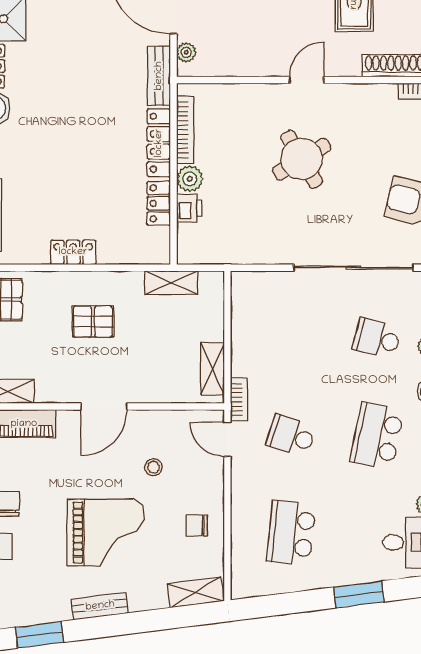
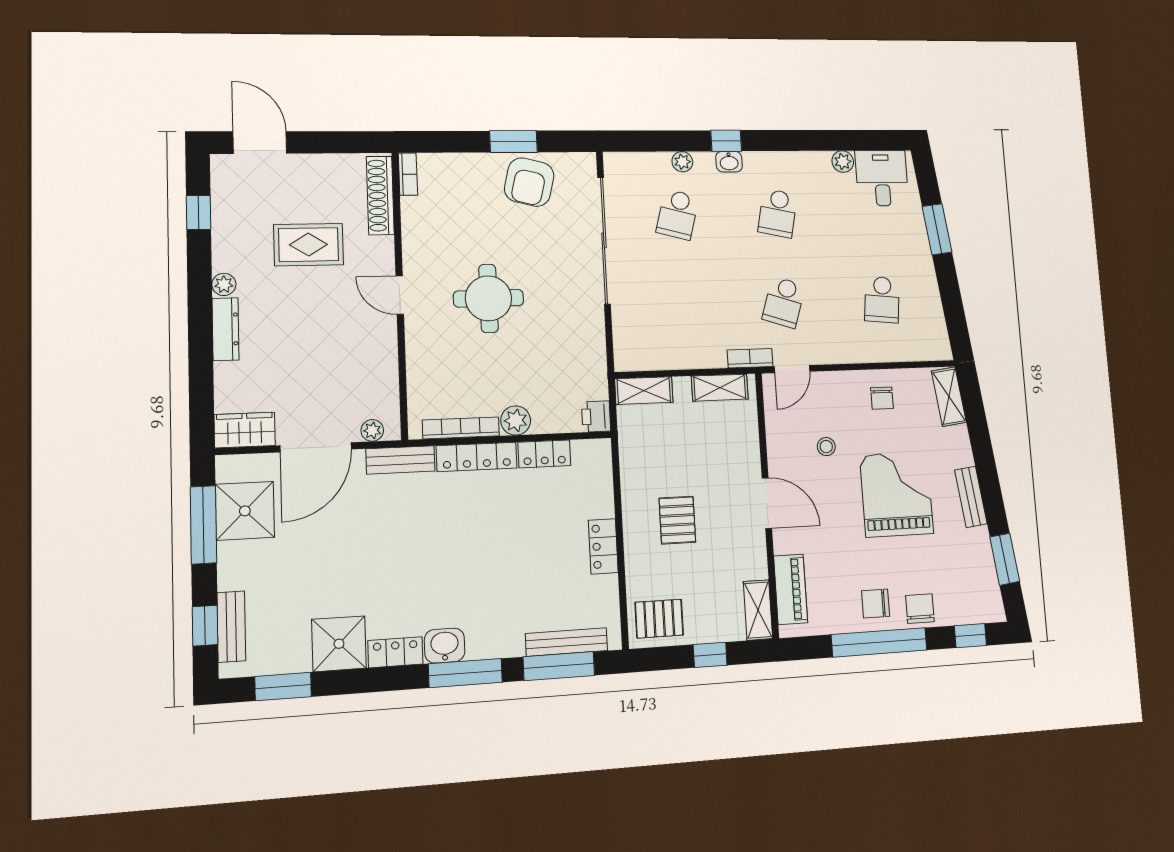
round table: (302, 159) -> (488, 298), turned 31
printer: (189, 208) -> (596, 416), moved, turned -90
shelving: (171, 283) -> (644, 391), moved, turned 90
school desk: (377, 436) -> (778, 213), width x0.54
school desk: (291, 533) -> (882, 300), width x0.54

